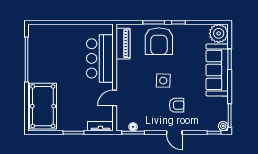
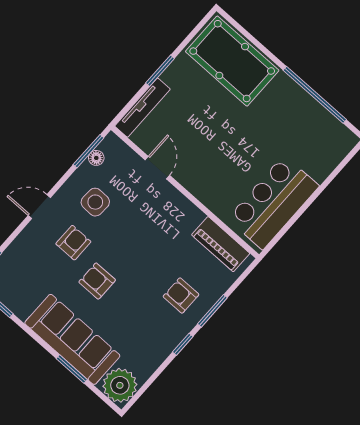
armchair: (159, 41) -> (181, 295), width x0.53, depth x0.53
bar counter: (100, 58) -> (273, 202), moved, turned -90
side table: (163, 81) -> (95, 202), moved
armchair: (184, 81) -> (97, 281), added
armchair: (177, 105) -> (73, 243), turned 180
tv unit: (100, 126) -> (142, 108), width x1.41

